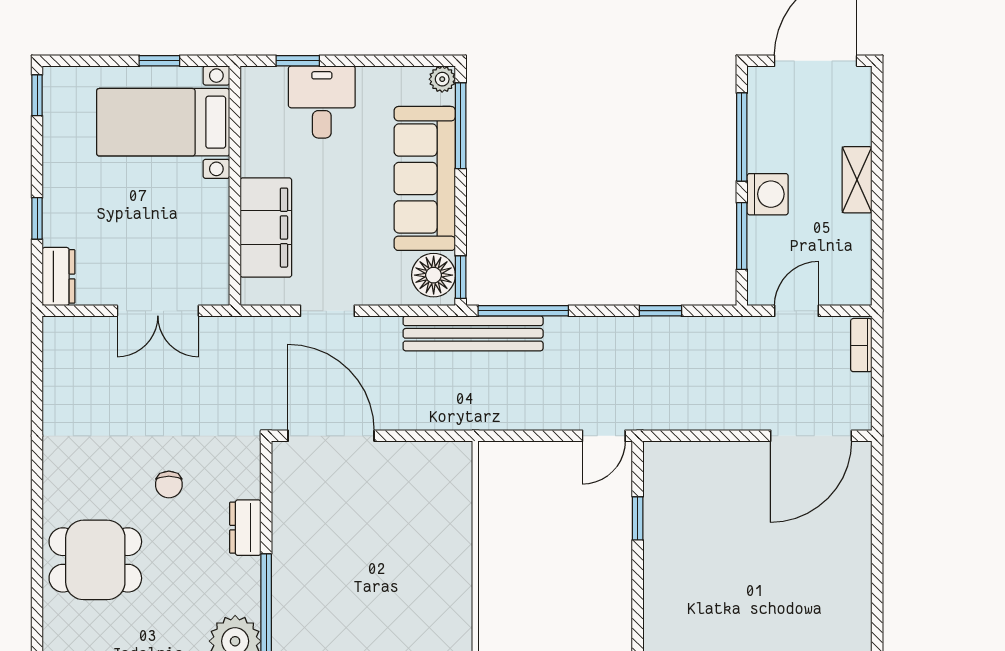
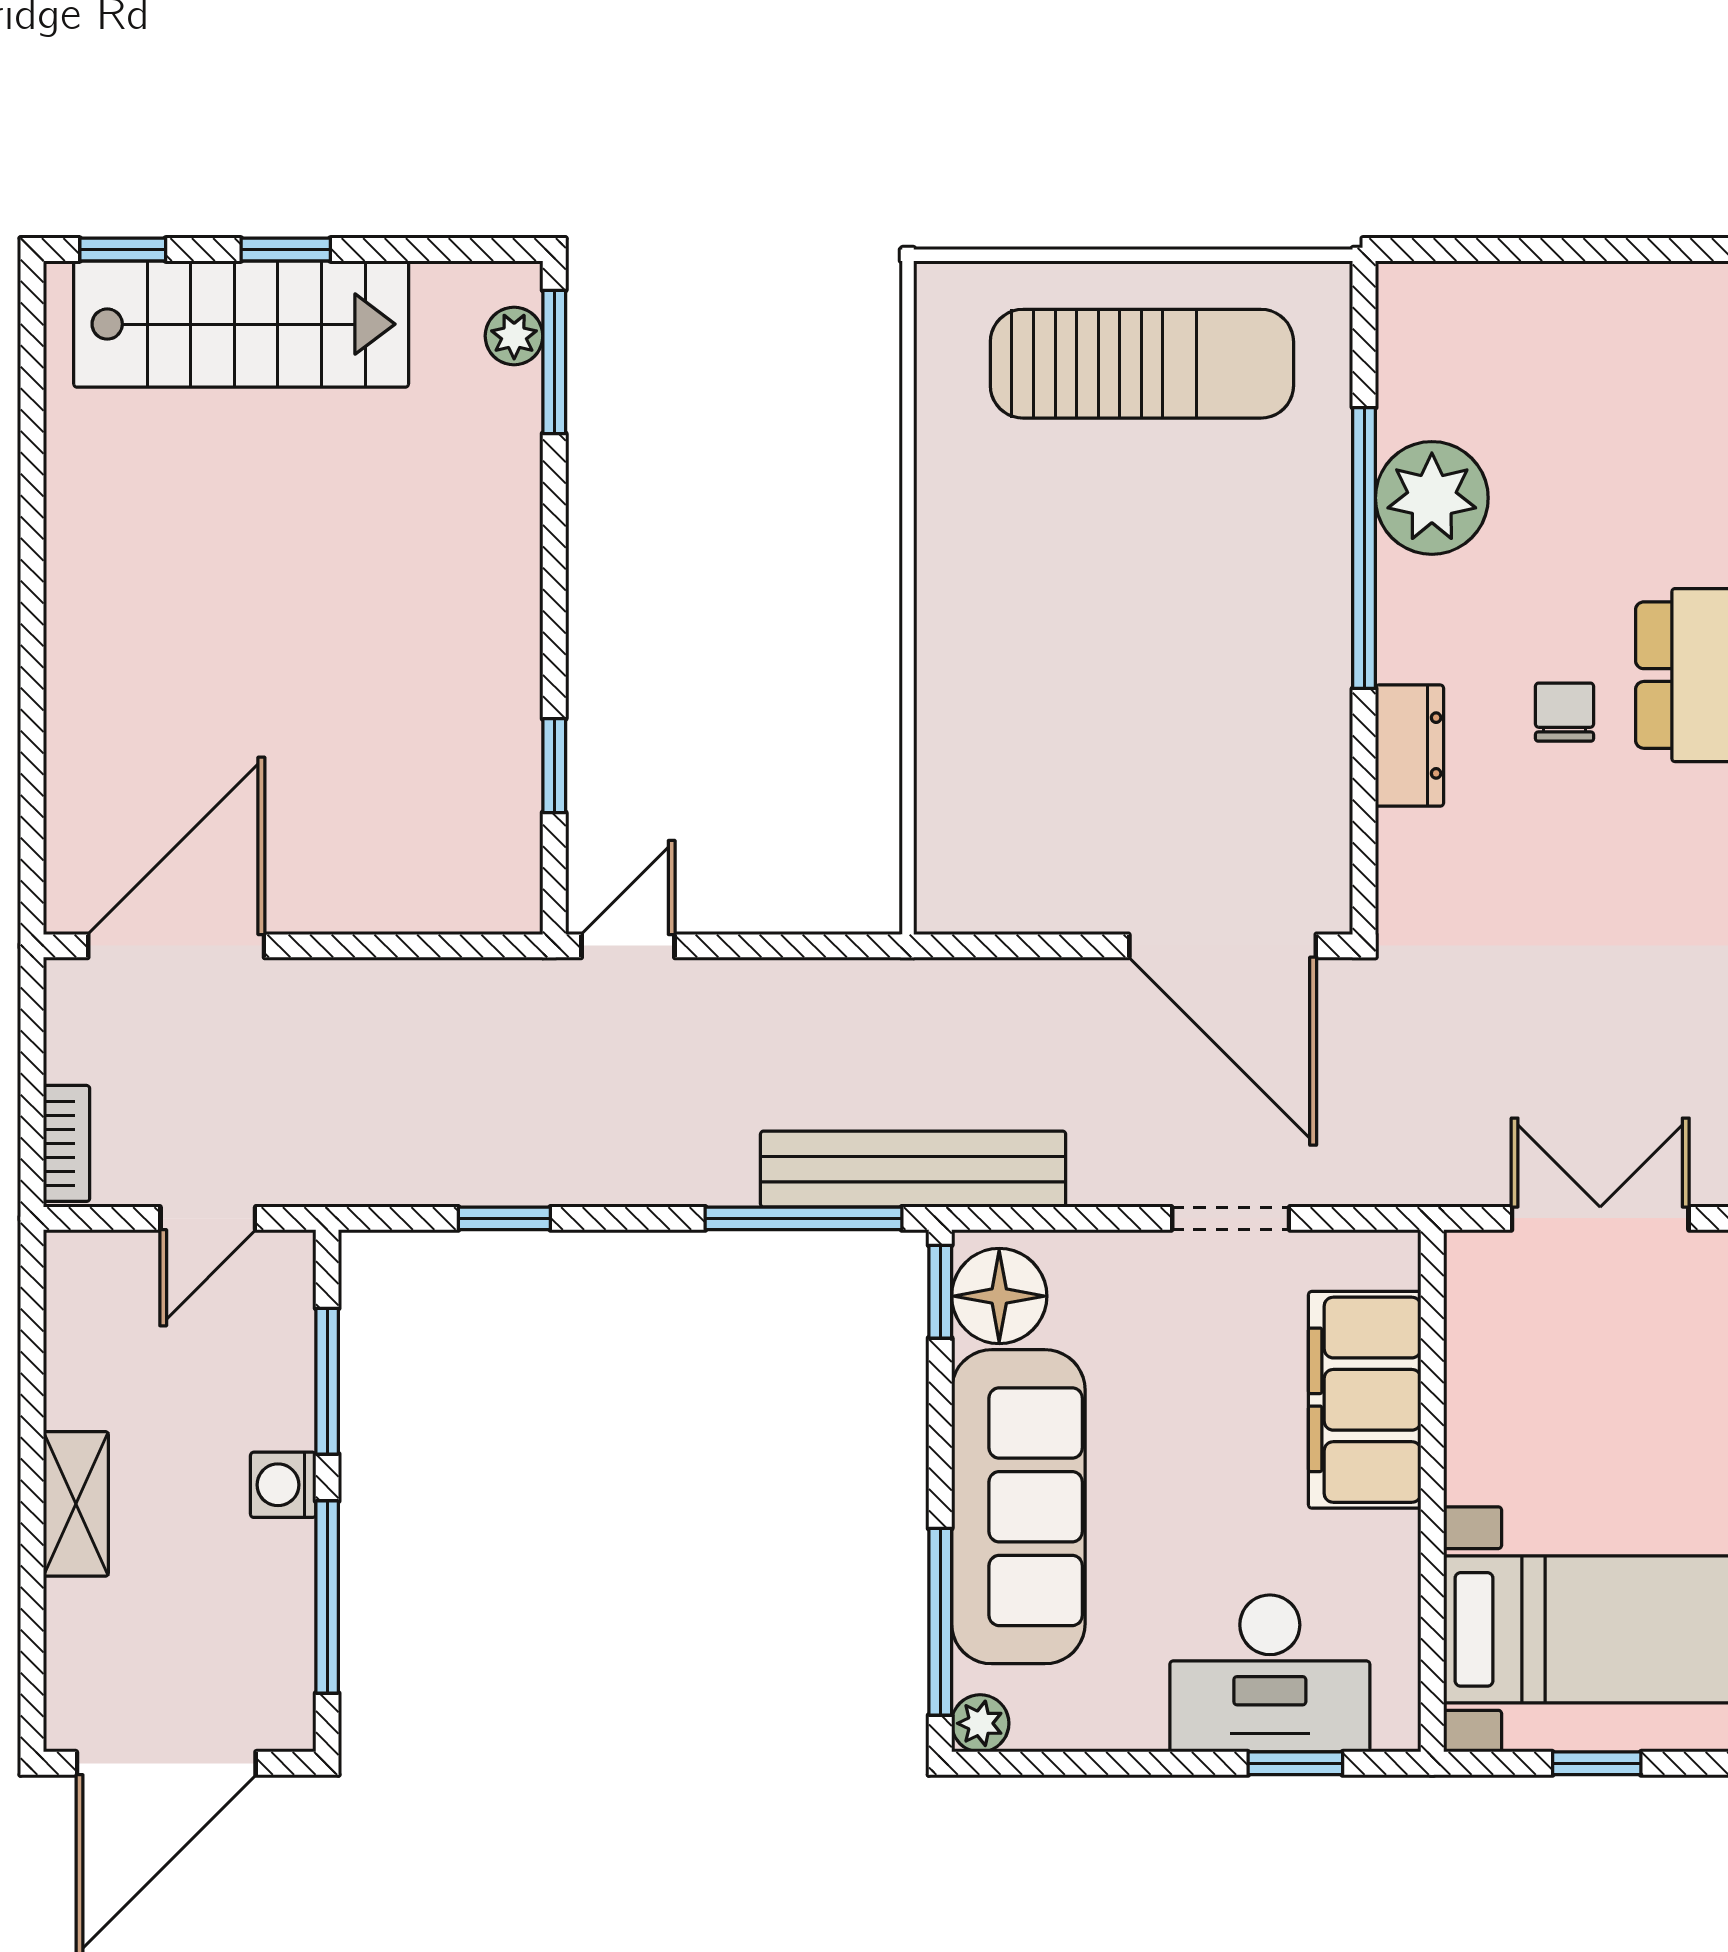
desk: (322, 102) -> (1270, 1673), width x1.37
washing machine: (768, 194) -> (283, 1485), width x0.73, depth x0.73
chair: (169, 485) -> (1565, 712), moved

